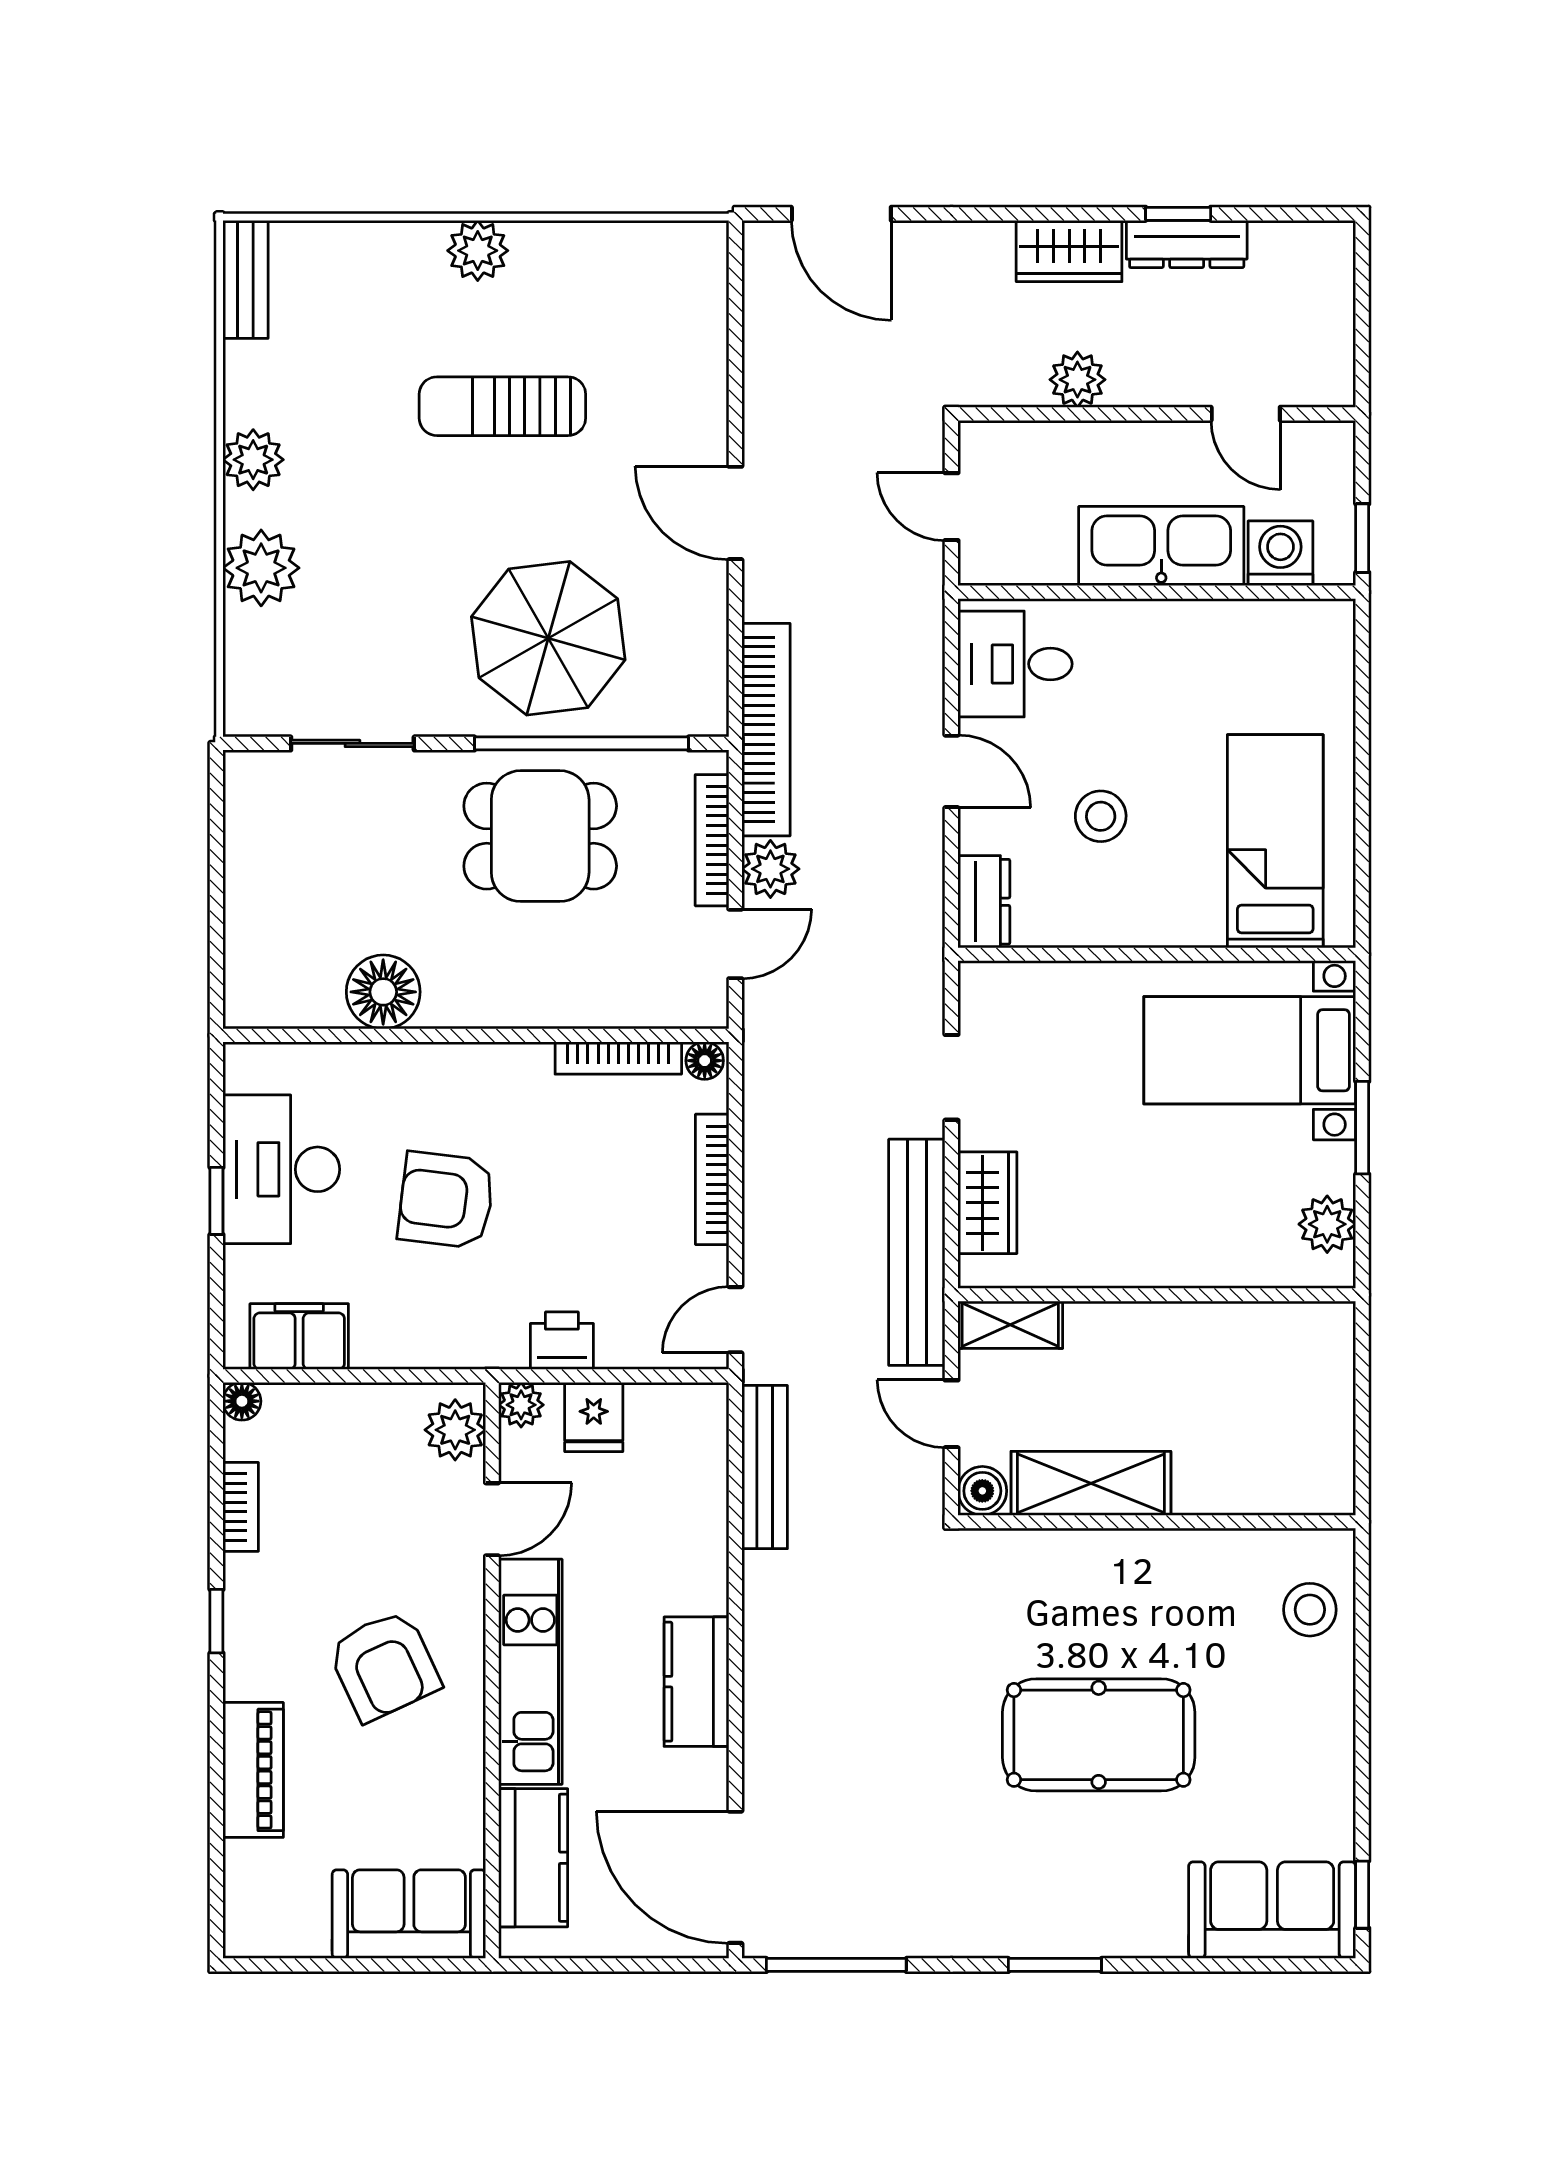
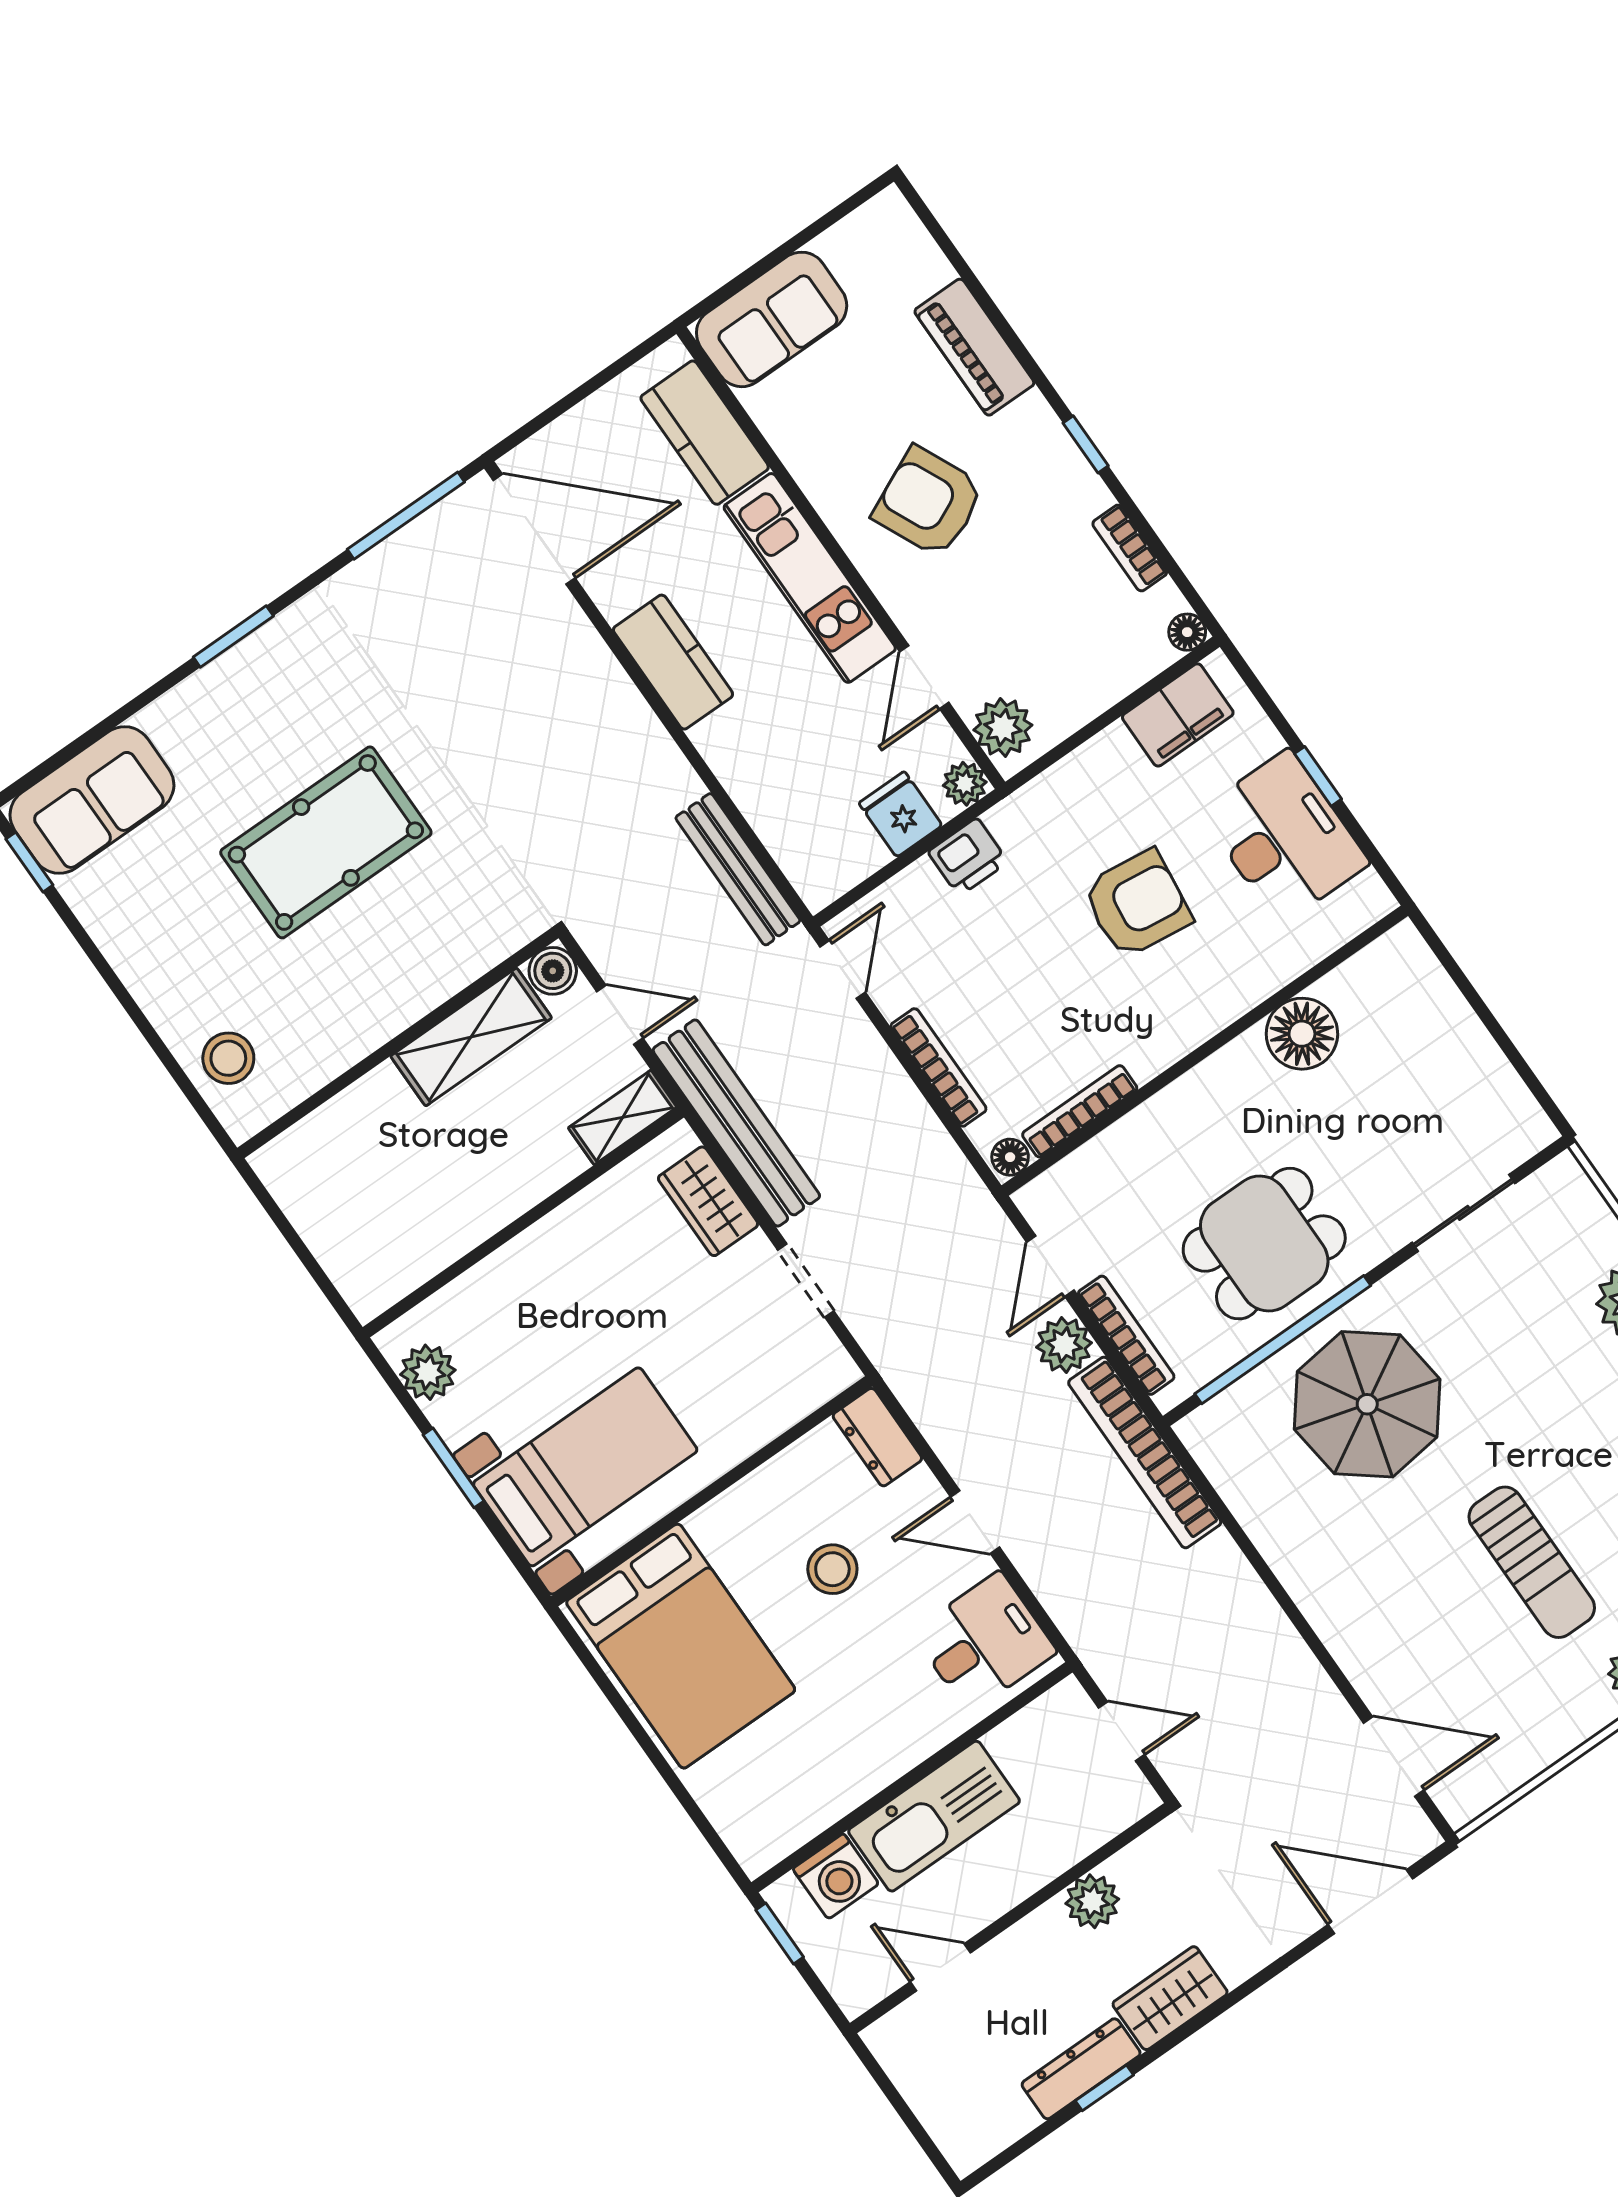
sun lounger: (502, 406) -> (1532, 1562), turned 90
door: (735, 513) -> (1394, 1757), moved
bed: (1275, 841) -> (681, 1646), width x1.50

